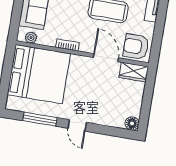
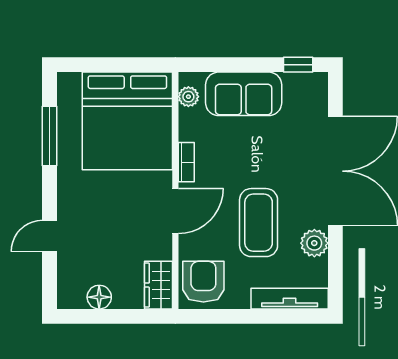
door: (106, 58) -> (175, 211), moved
floor lamp: (132, 123) -> (99, 297), moved
door: (77, 125) -> (50, 236), moved

